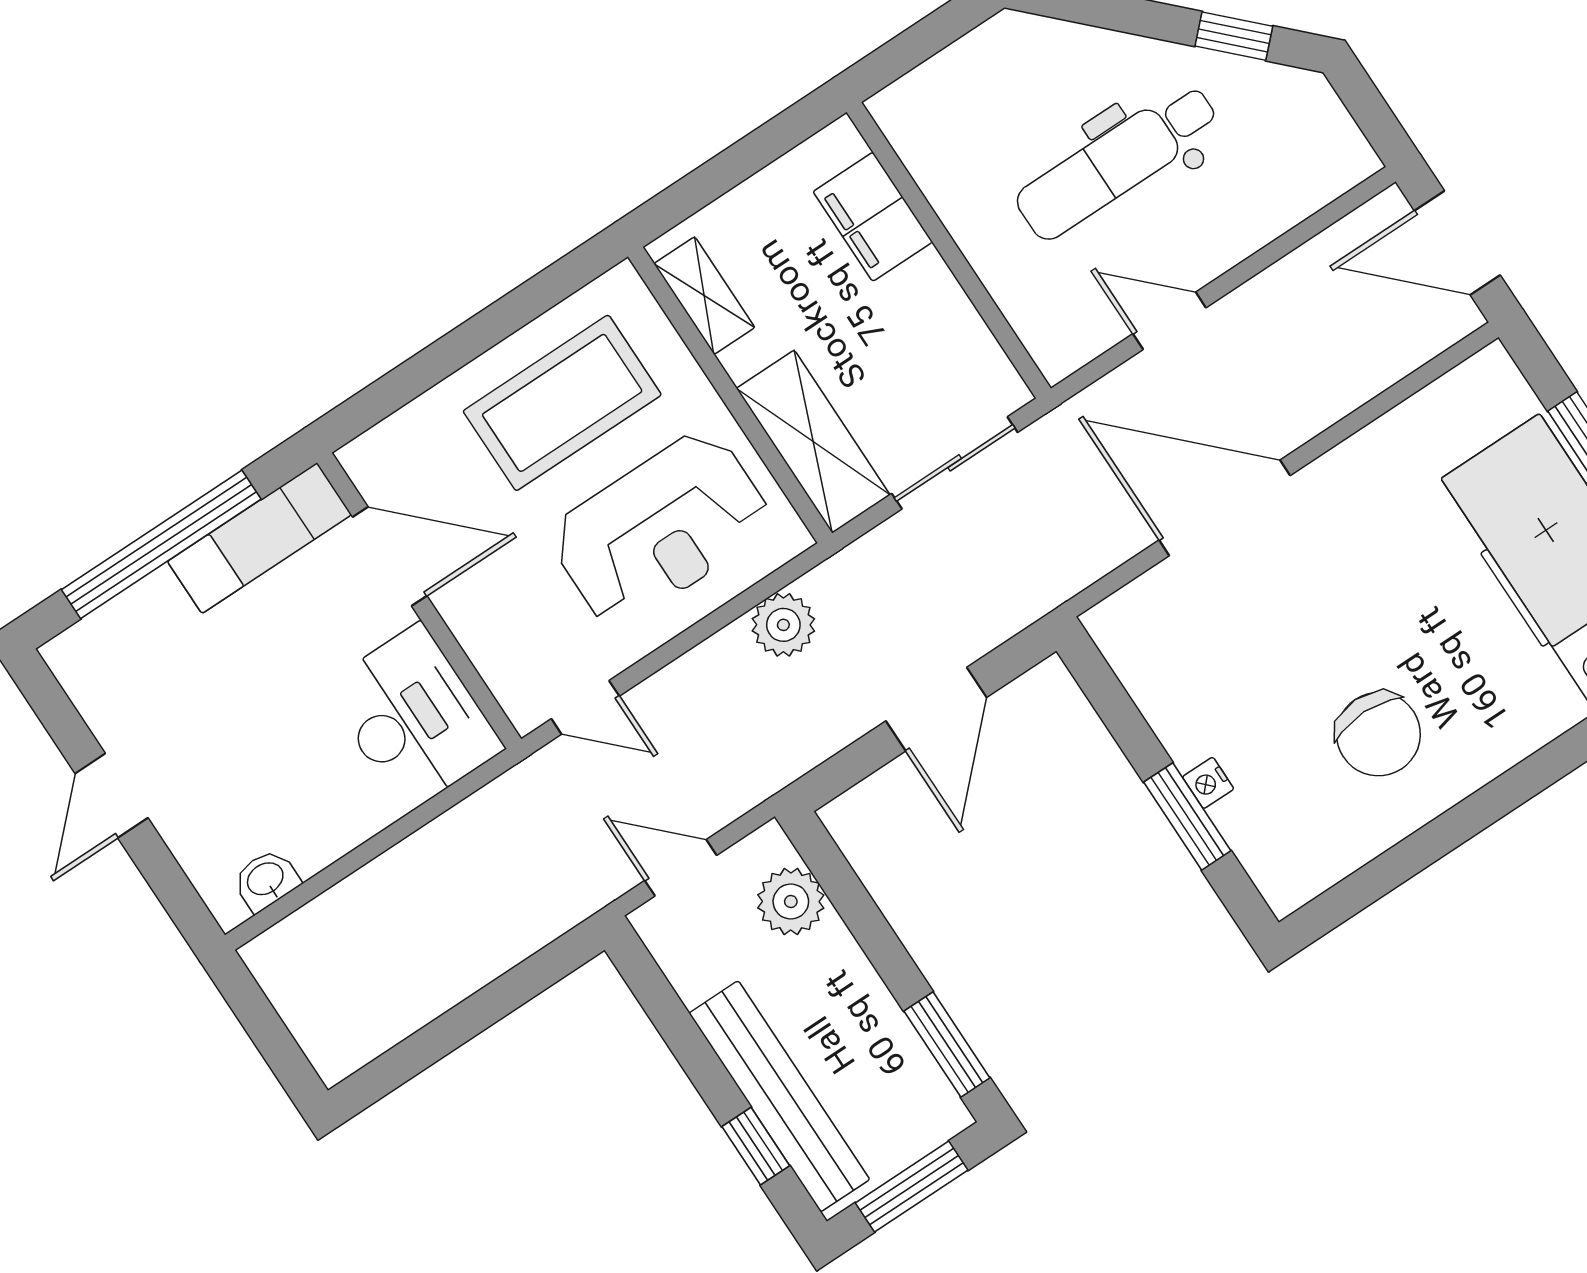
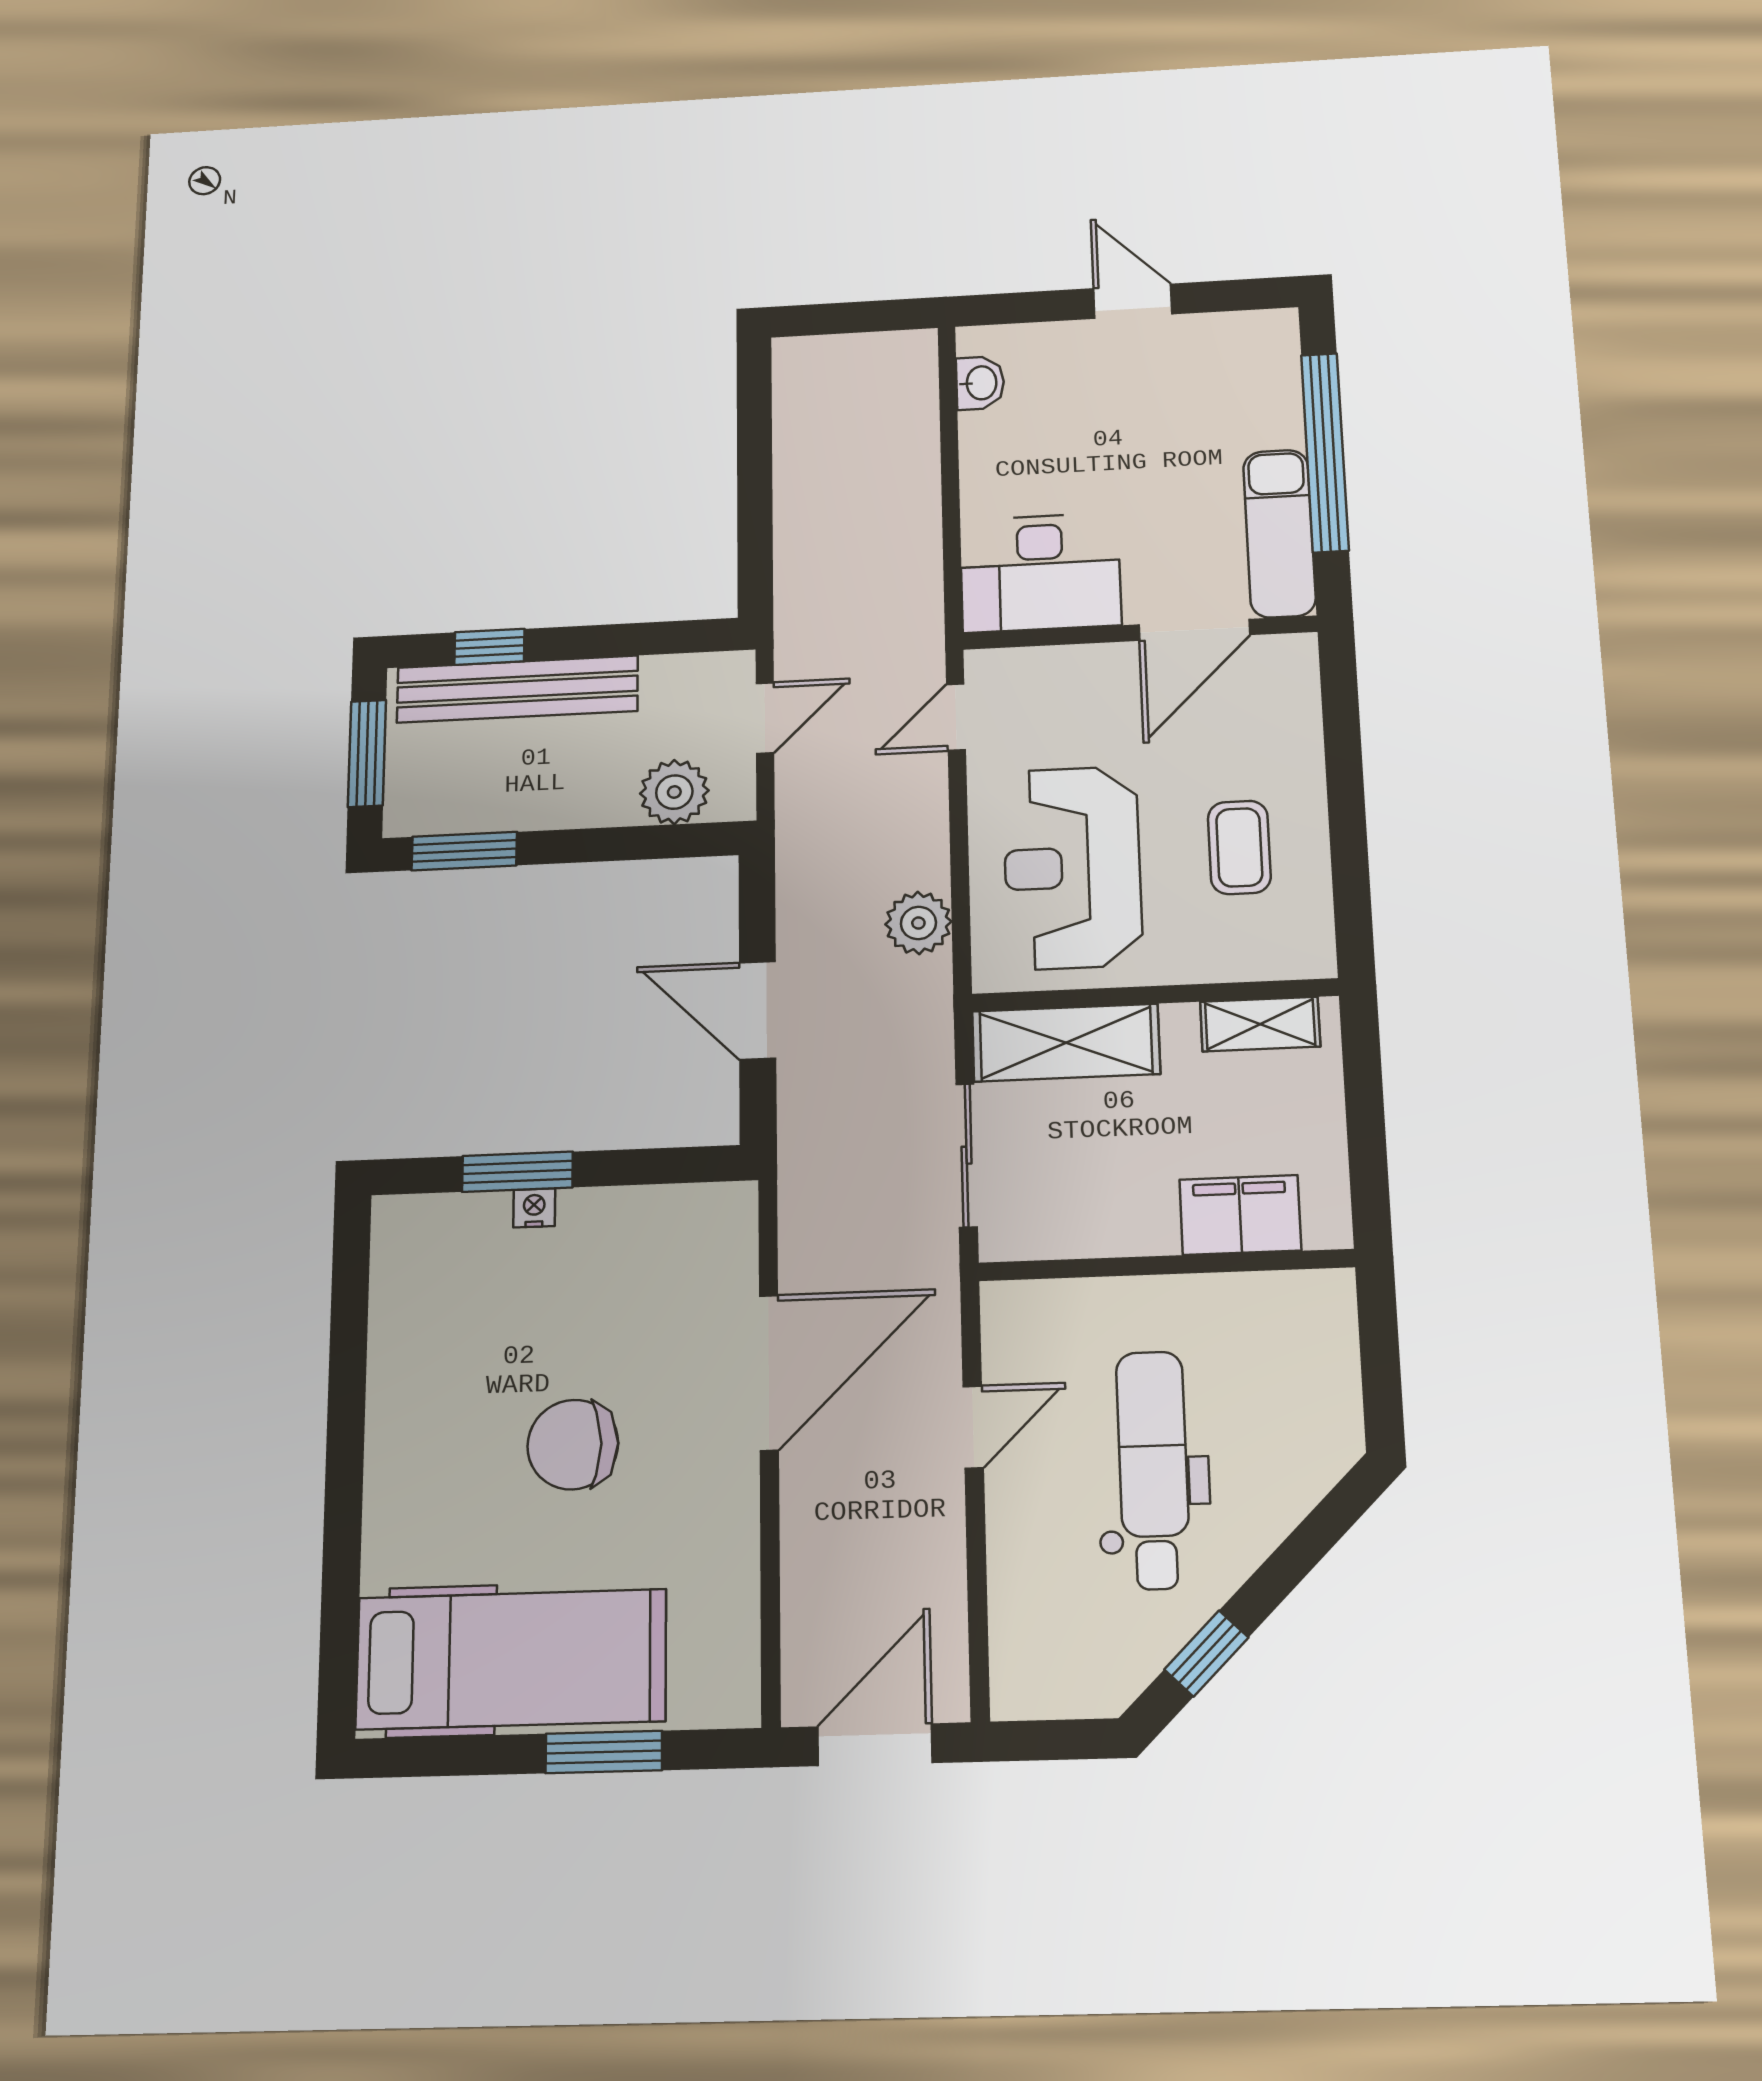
coffee table: (562, 403) -> (1239, 847), width x0.54, depth x0.58
chair: (1378, 734) -> (573, 1445), moved

